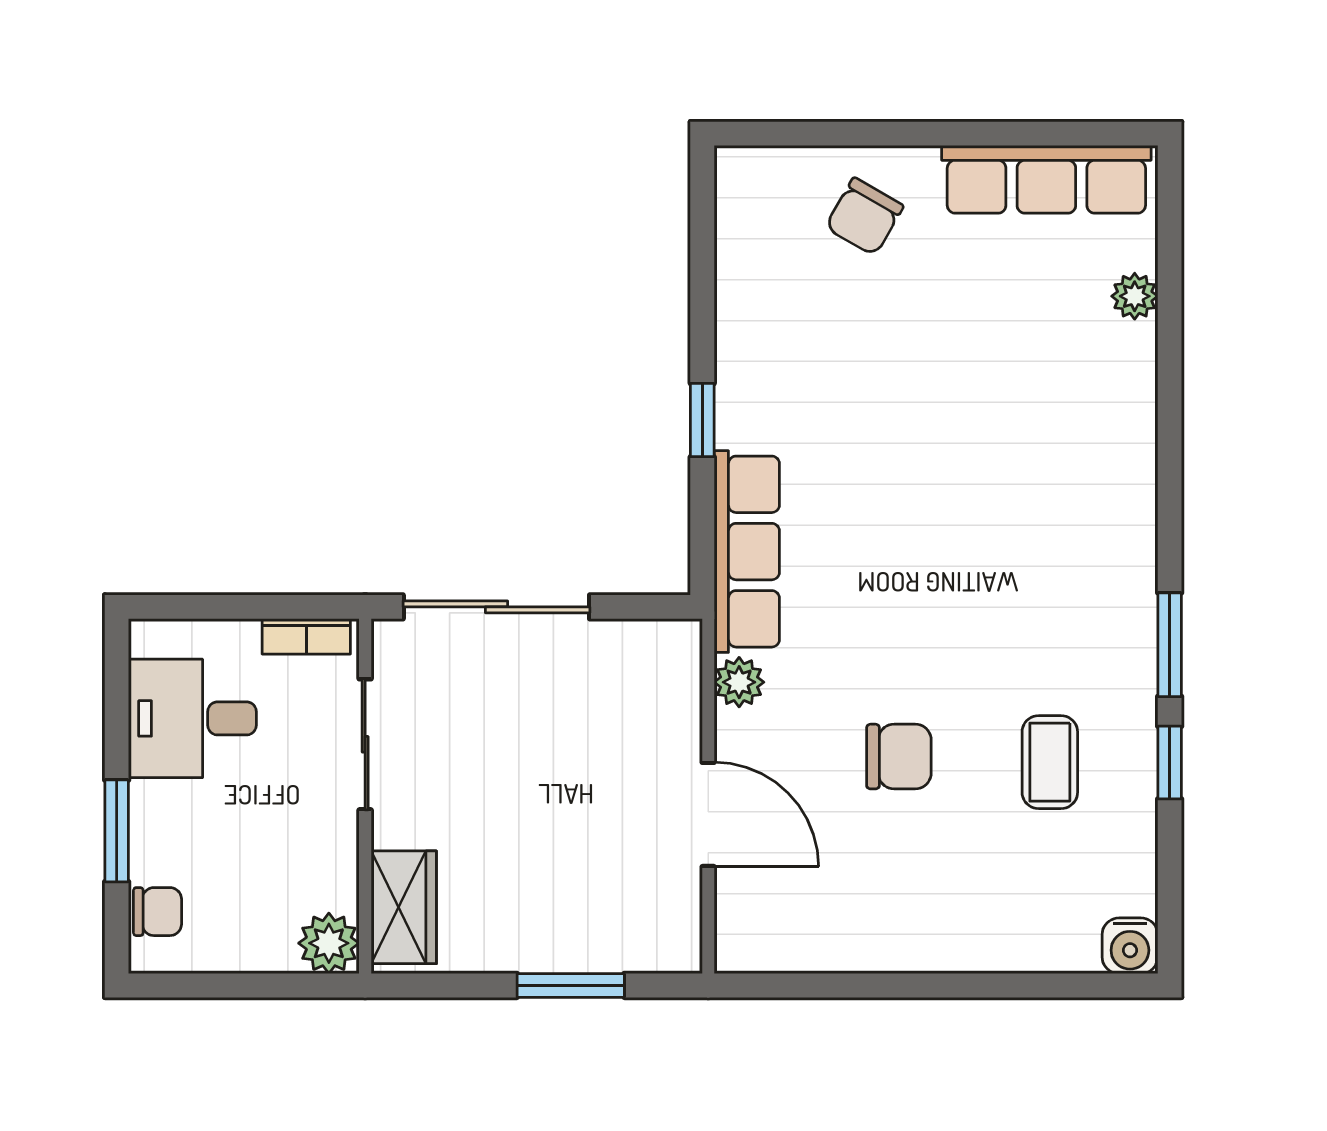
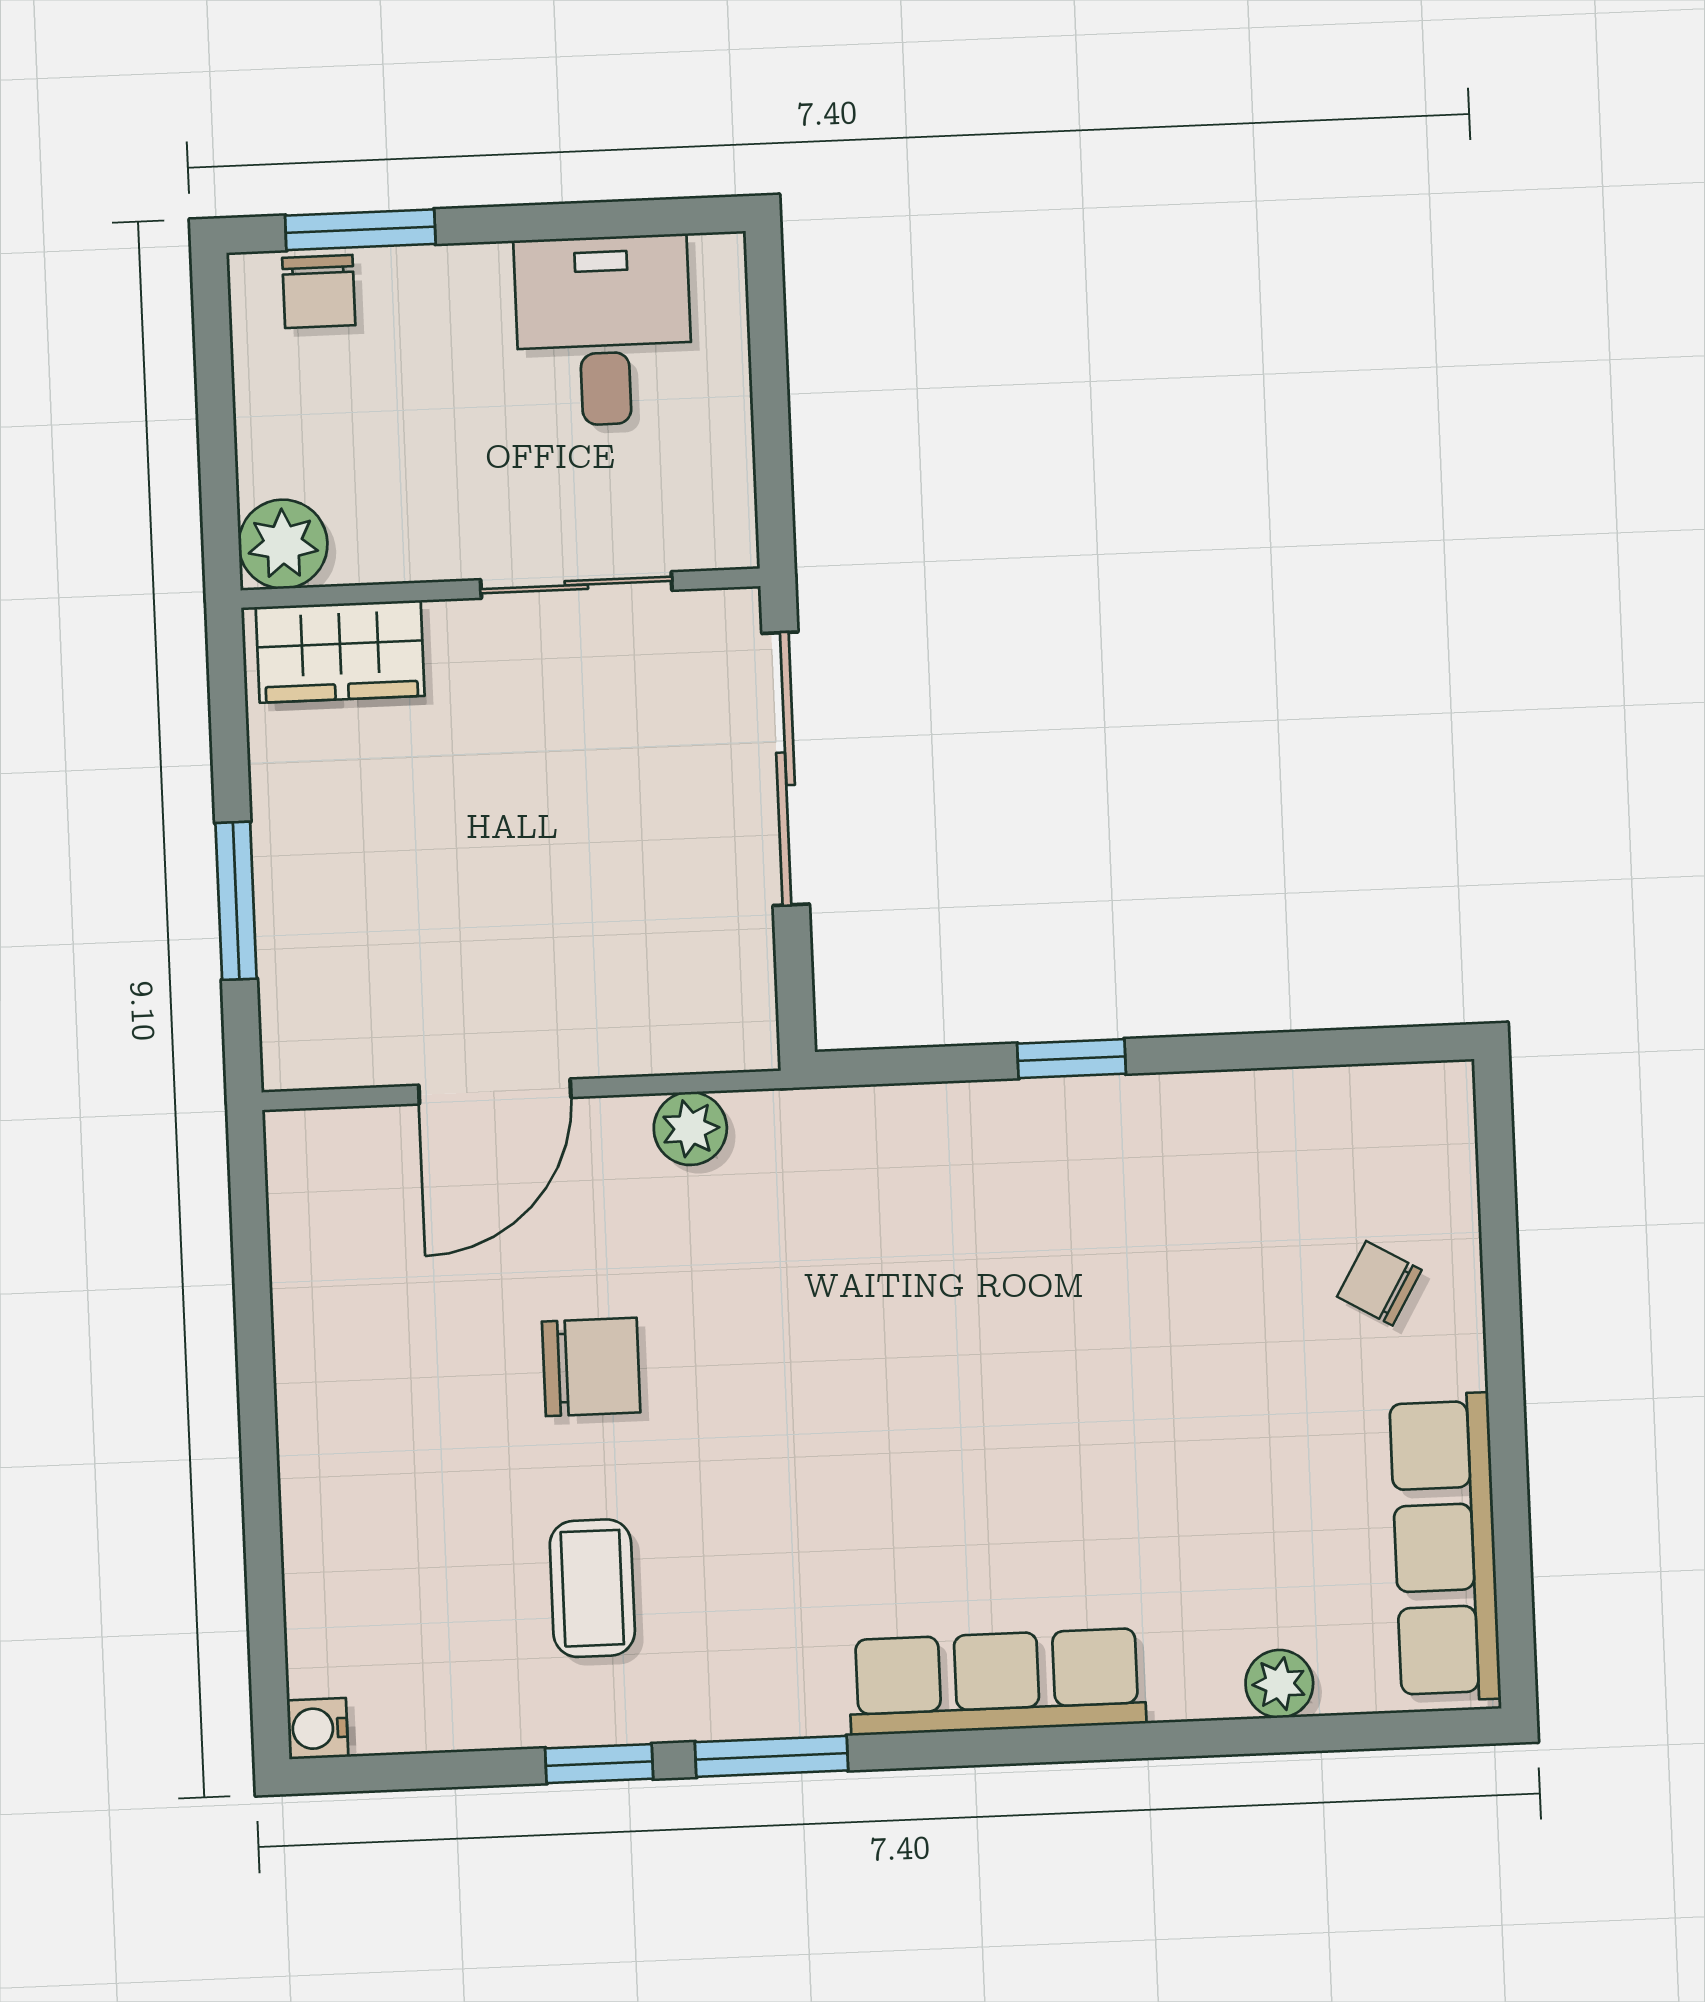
chair: (864, 217) -> (1379, 1283), width x0.73, depth x0.73
row of seats: (747, 552) -> (997, 1682), moved, turned 180
bookcase: (306, 636) -> (731, 492), removed
chair: (899, 757) -> (591, 1367), turned -90
coffee table: (1050, 762) -> (592, 1588), turned 90
window: (117, 831) -> (360, 230), moved
water cooler: (1130, 946) -> (318, 1728), width x0.72, depth x0.72

